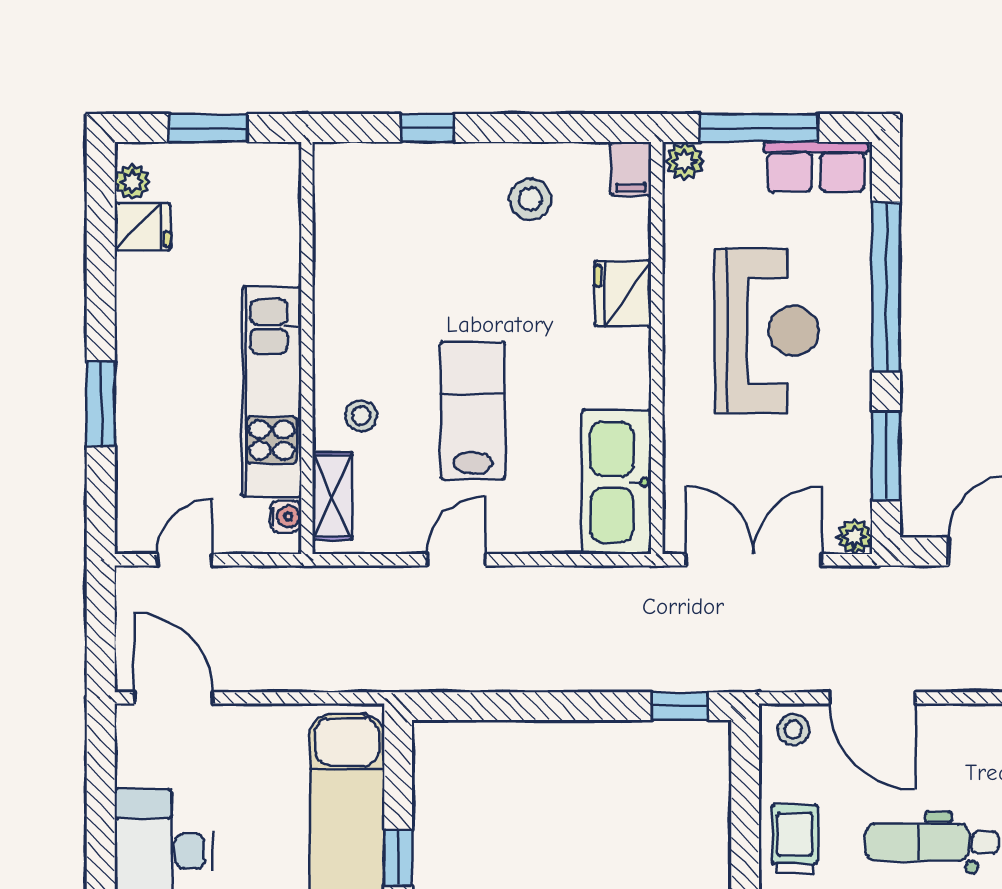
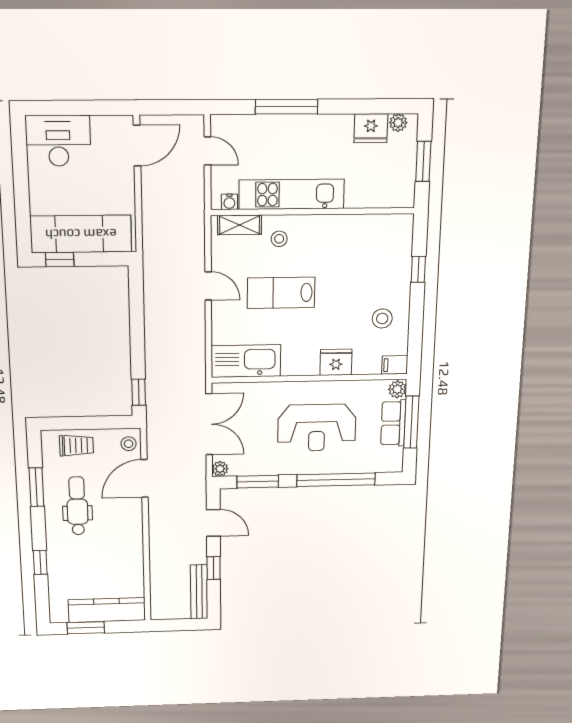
row of seats: (816, 167) -> (393, 423), moved
fridge: (143, 227) -> (371, 128), width x1.38
window: (101, 404) -> (287, 107), width x1.44
lab bench: (473, 410) -> (281, 293), turned 180

